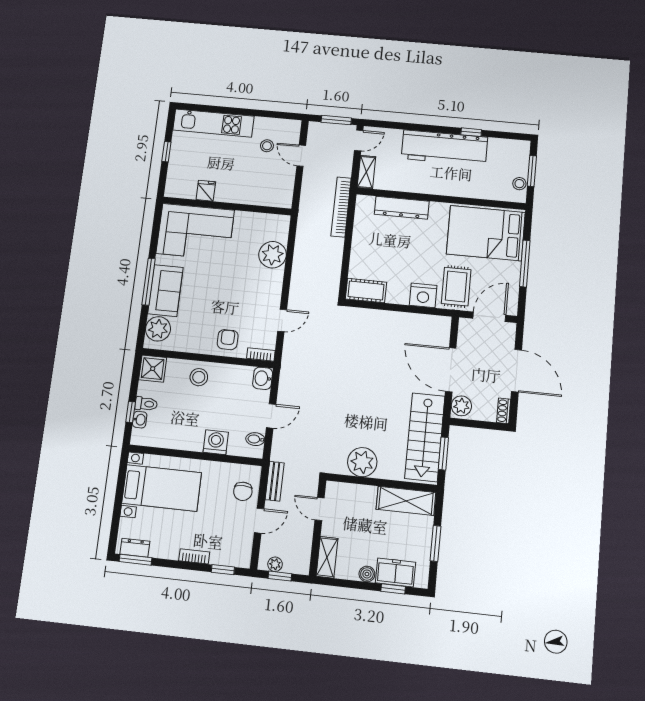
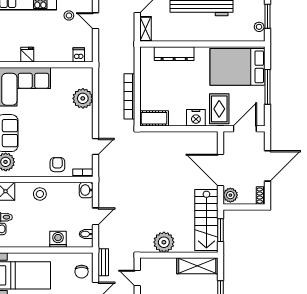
dishwasher: (274, 197) -> (79, 55), added
bookcase: (341, 207) -> (129, 96), moved
door: (517, 371) -> (268, 166), hinge flipped

